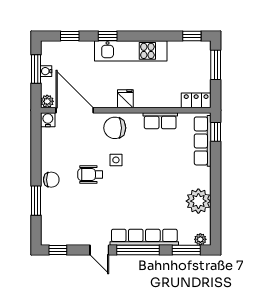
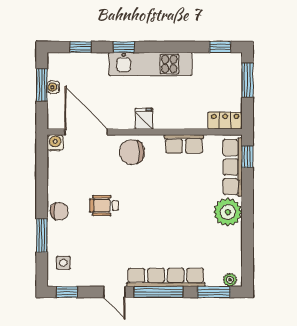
plant: (47, 101) -> (55, 122), removed
side table: (116, 160) -> (63, 263), moved
plant: (198, 201) -> (228, 212), moved

